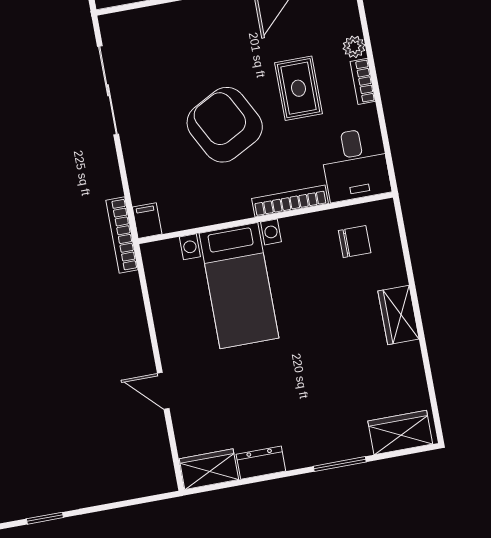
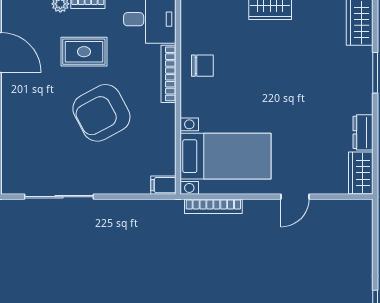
bookcase: (122, 235) -> (213, 206), moved
chair: (355, 242) -> (202, 66), moved, turned 90
bed with nightstands: (239, 286) -> (226, 156), moved

